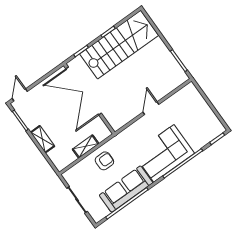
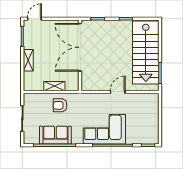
stairs: (119, 45) -> (146, 53), moved, turned 90
armchair: (104, 161) -> (60, 105), turned 180
sofa: (126, 189) -> (55, 135), width x0.73

